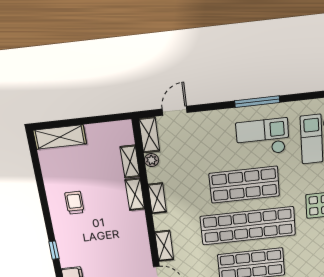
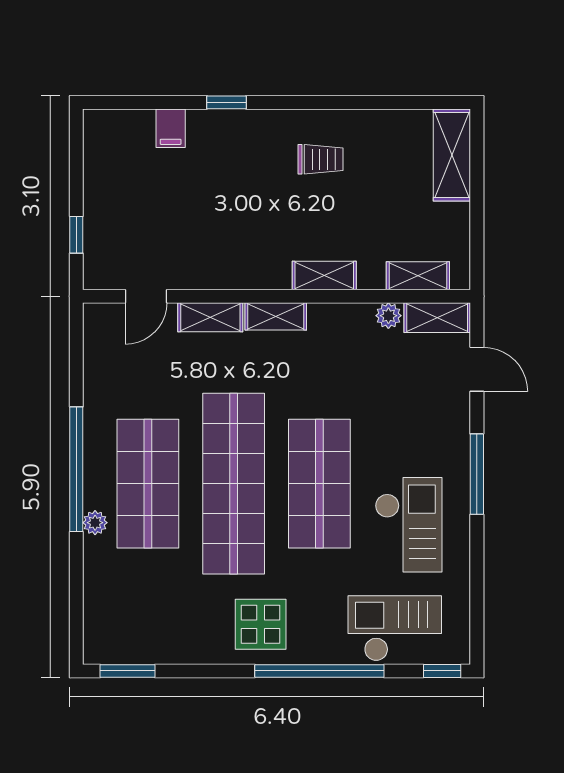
window: (257, 102) -> (477, 474), moved
shelving: (130, 162) -> (418, 276), moved
shelving: (157, 198) -> (276, 316), moved

